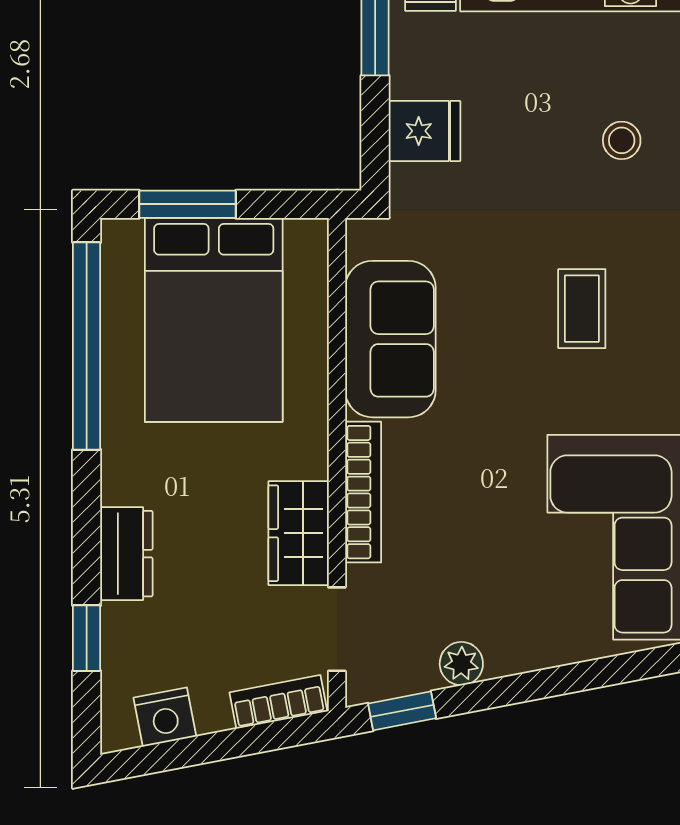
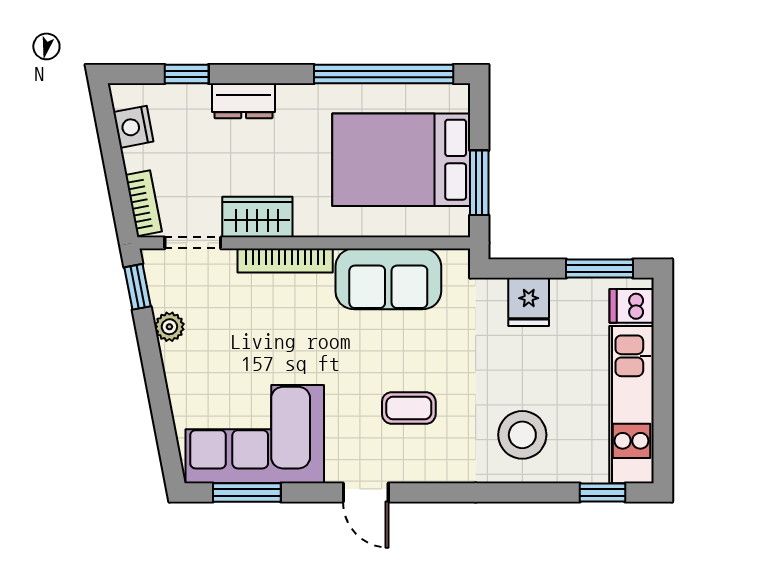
stool: (622, 140) -> (522, 435), width x1.89, depth x1.89
window: (187, 204) -> (479, 183), moved

